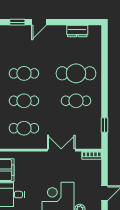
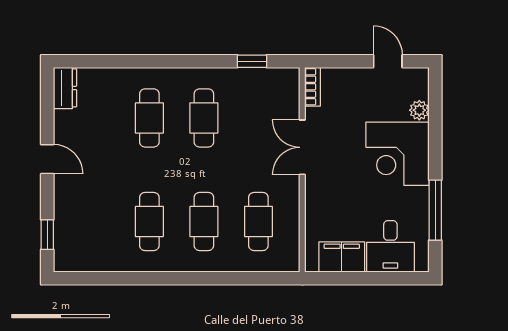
door: (39, 22) -> (47, 159), moved
dresser: (77, 31) -> (65, 88), moved
cafe table: (76, 73) -> (149, 118), width x0.73, depth x0.74

